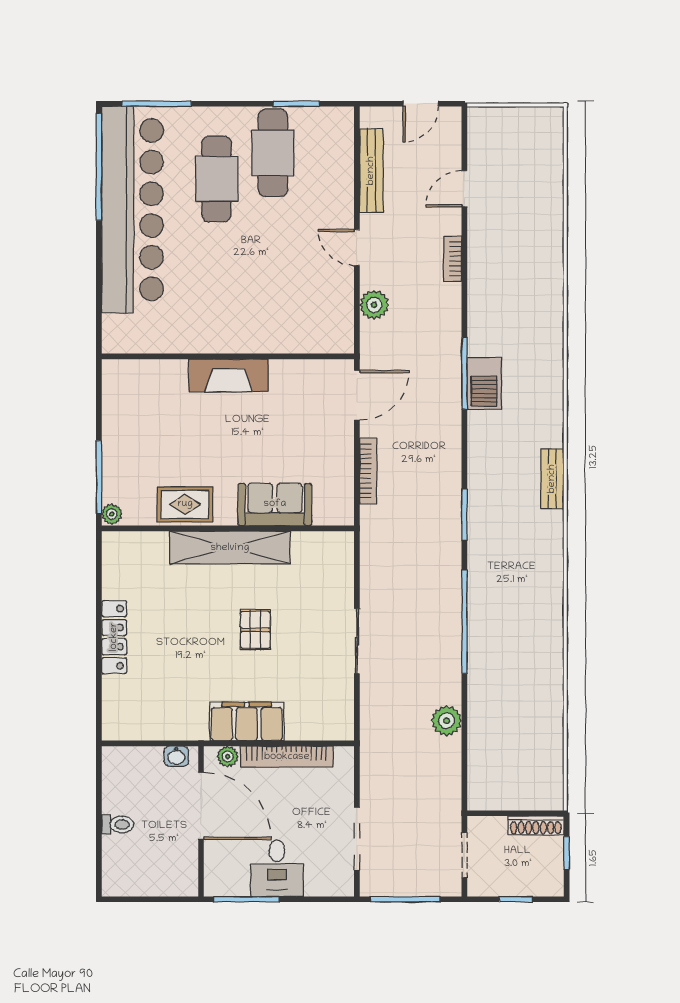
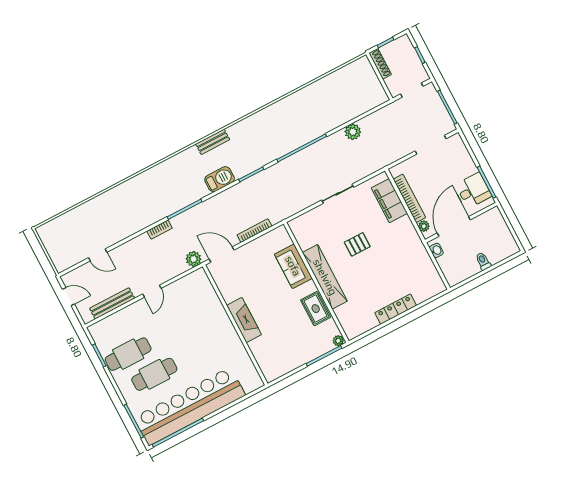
bookcase: (453, 259) -> (160, 230), moved
plant: (374, 305) -> (194, 259), moved
barbecue: (484, 383) -> (220, 179), moved
filing cabinet: (247, 721) -> (389, 201), moved
desk: (277, 868) -> (473, 191), moved

